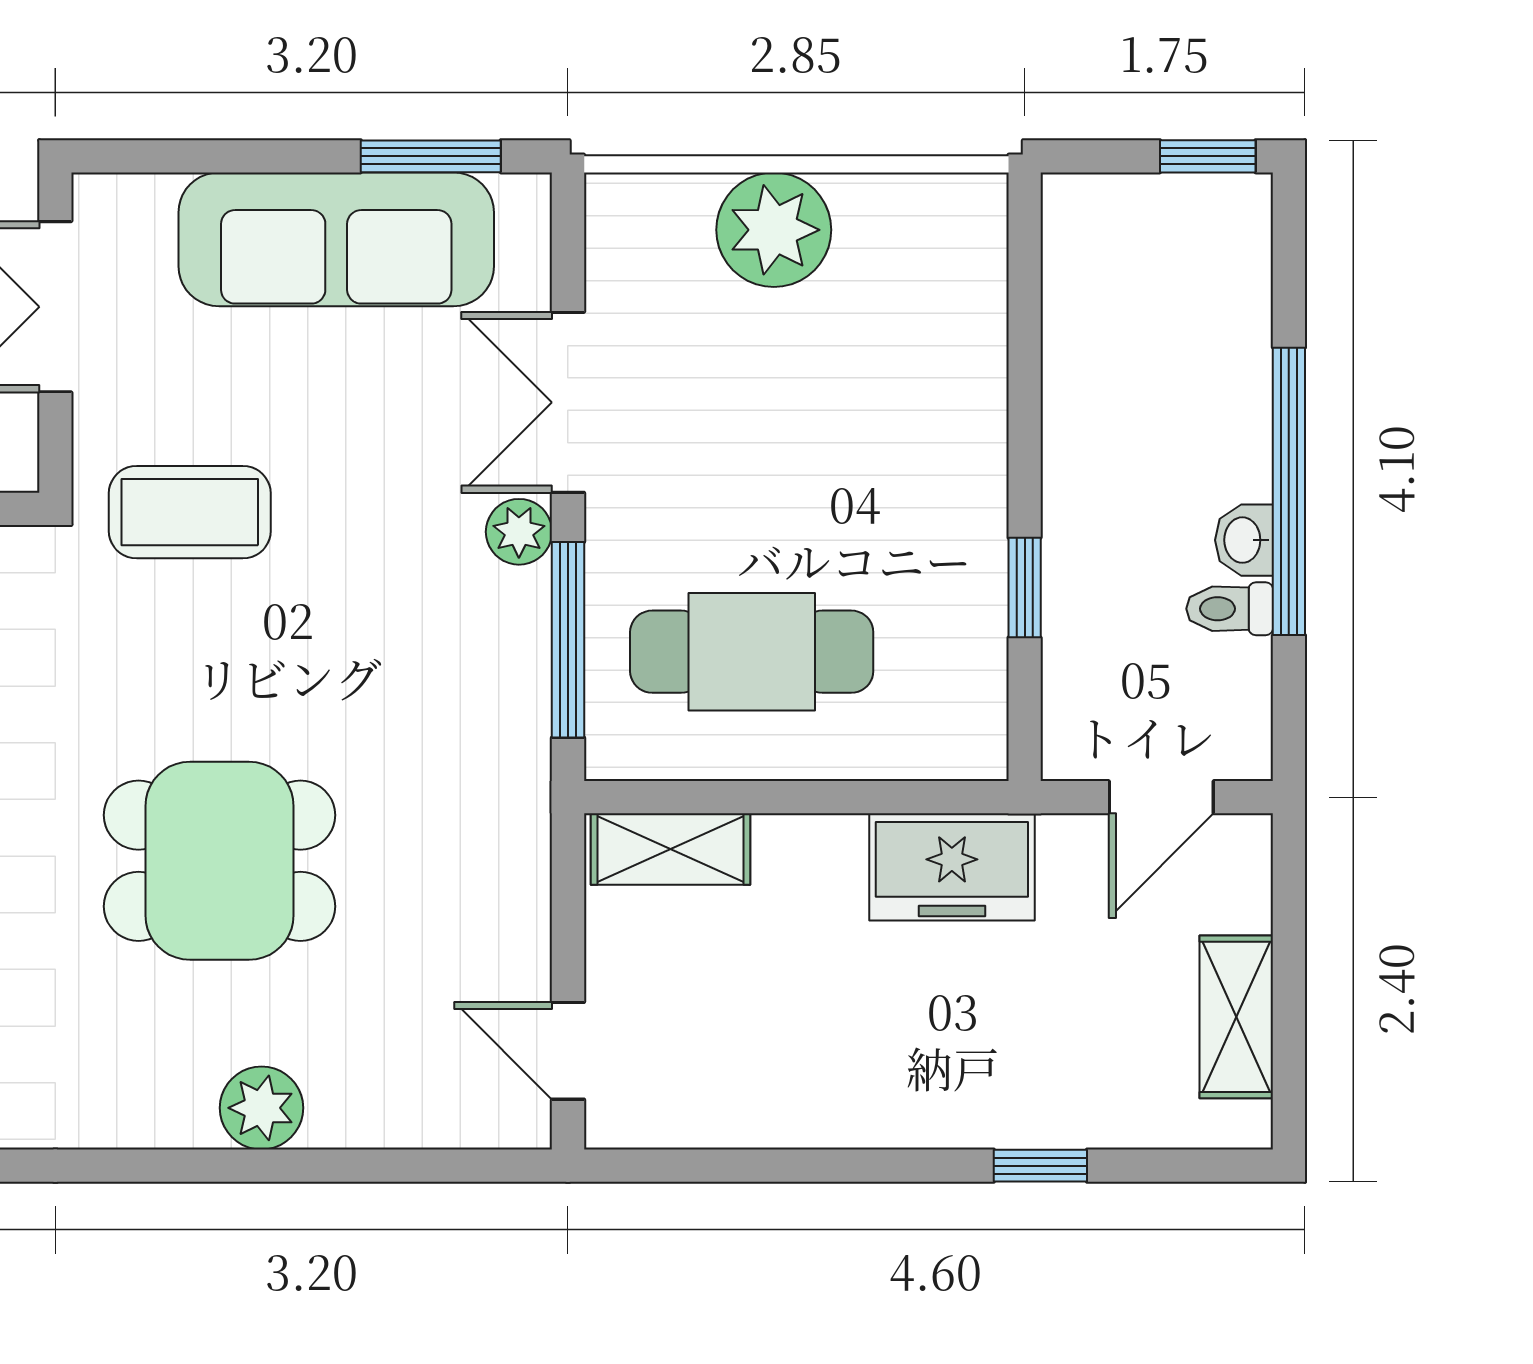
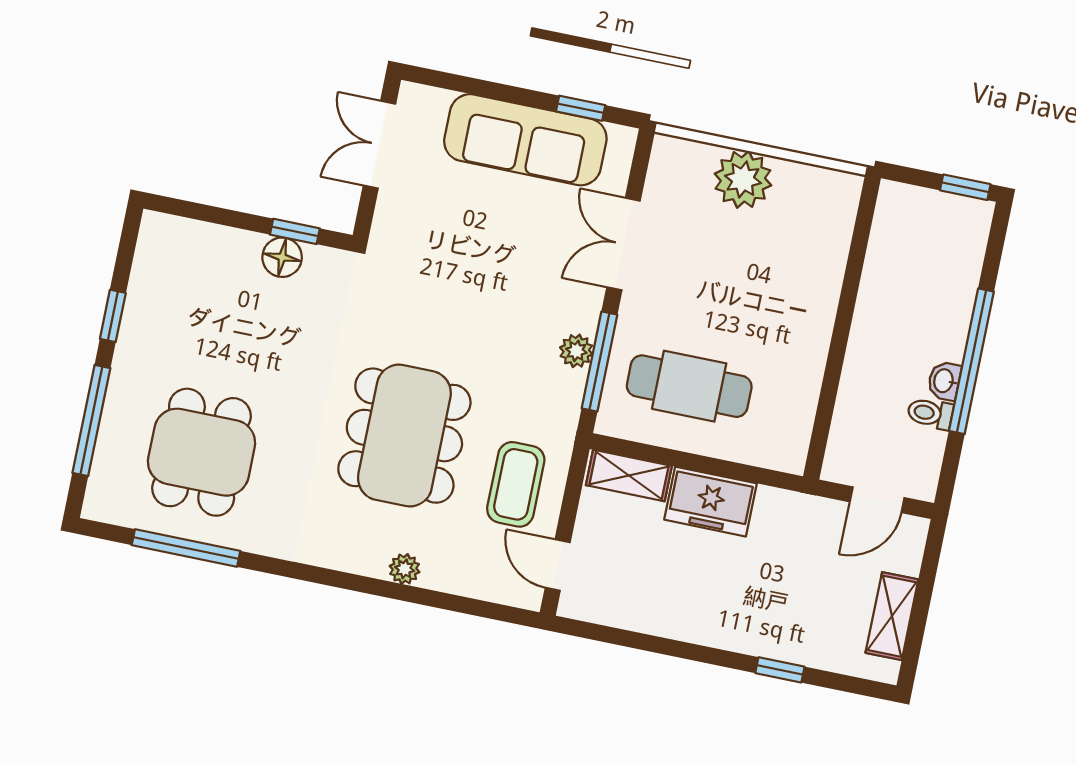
window: (431, 156) -> (581, 108), width x0.67
coffee table: (190, 512) -> (516, 484), moved, turned 90
plant: (519, 532) -> (576, 351), moved
window: (1025, 588) -> (831, 382), removed
dining table: (220, 861) -> (404, 436), width x1.38
freezer: (952, 867) -> (711, 502), moved
plant: (262, 1108) -> (405, 569), width x0.73, depth x0.73

